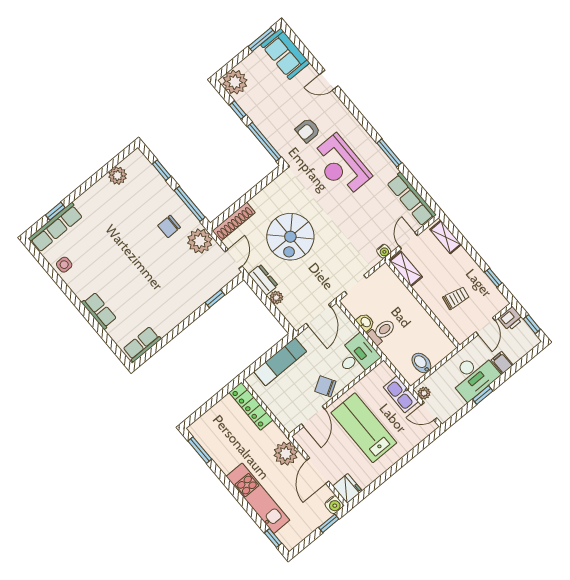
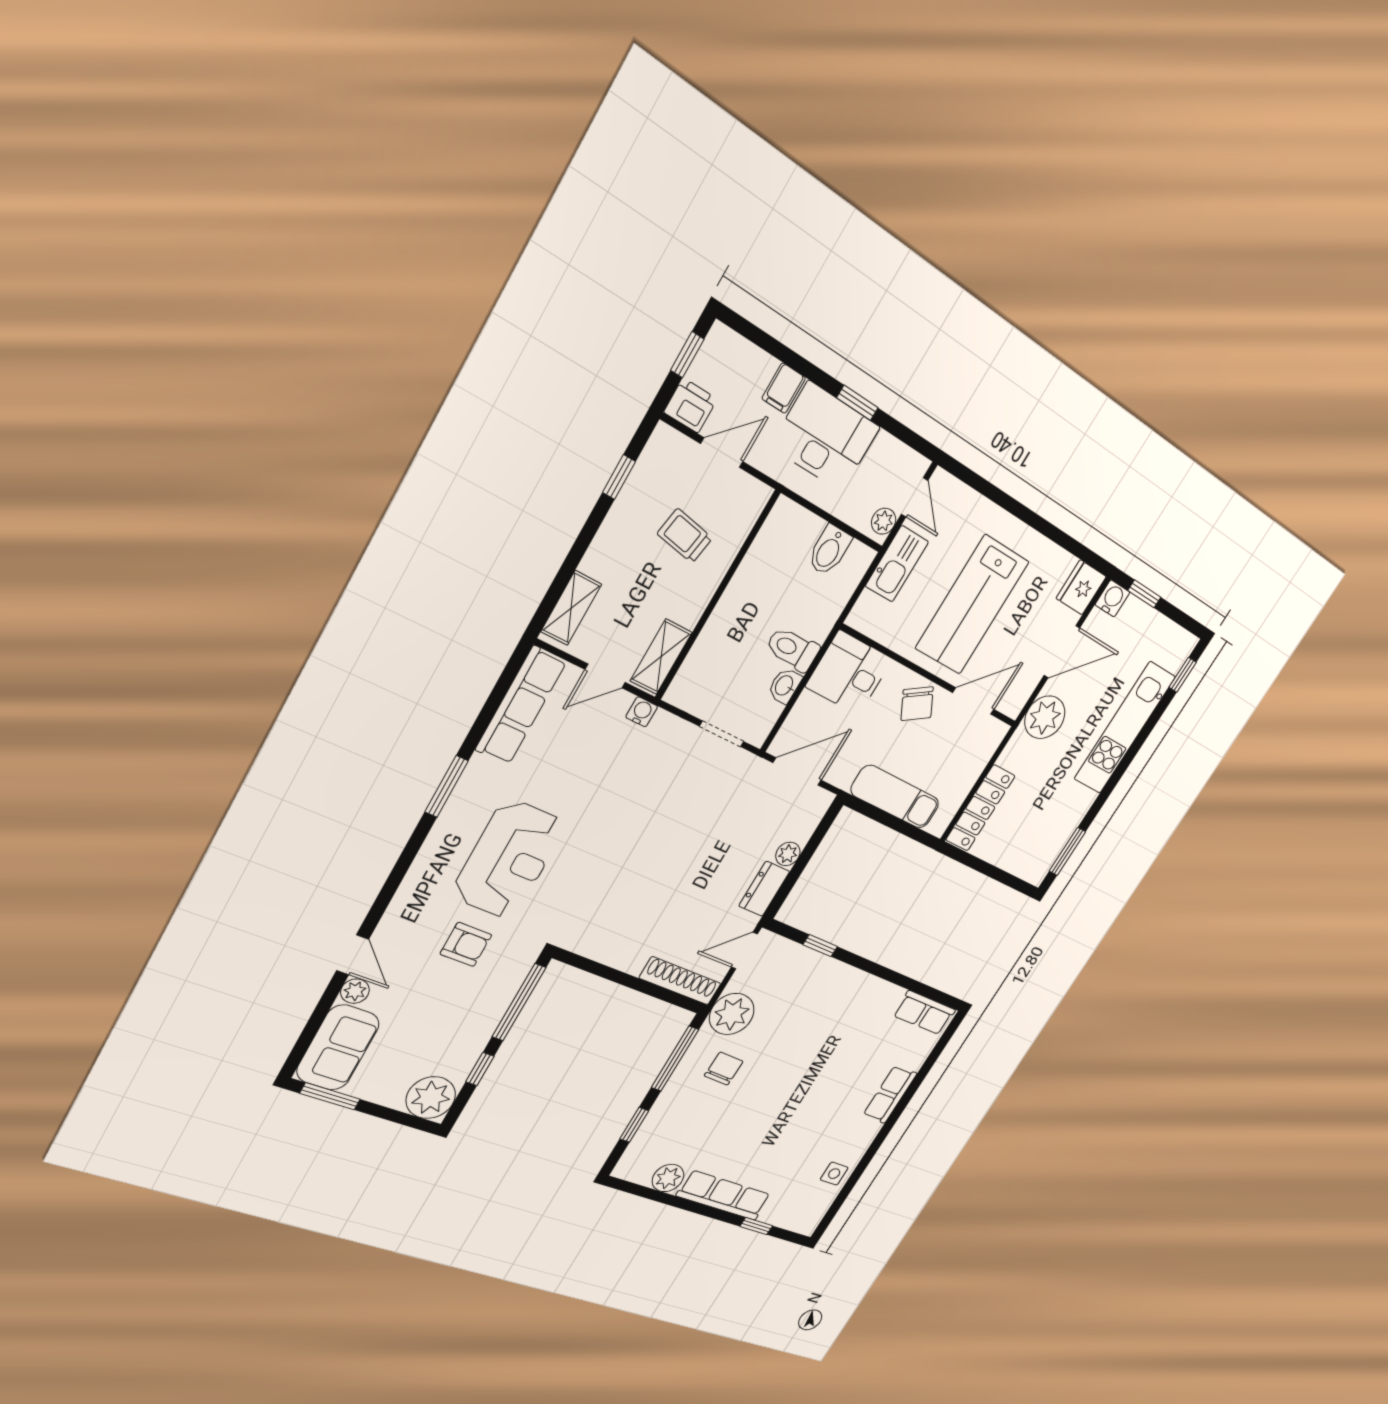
plant: (310, 73) -> (355, 991), added
chair: (169, 226) -> (724, 1069), turned -88
row of seats: (56, 227) -> (724, 1195), moved
spiral stairs: (290, 237) -> (673, 882), removed

